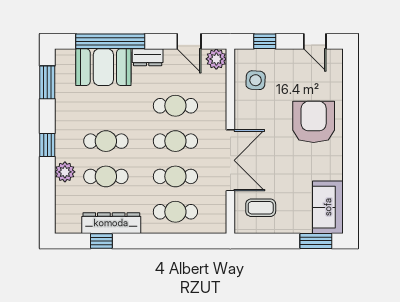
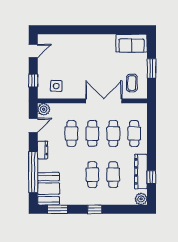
booth: (103, 67) -> (49, 189), moved
armchair: (314, 122) -> (81, 52), removed
plant: (65, 172) -> (141, 199), moved
window: (316, 241) -> (151, 68), moved

